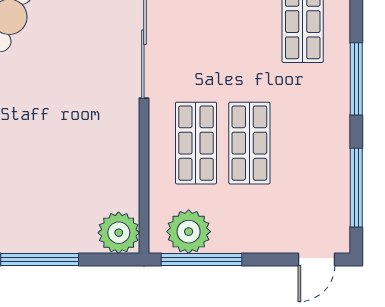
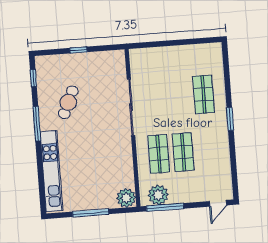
window: (356, 79) -> (230, 119), width x0.69
window: (356, 188) -> (234, 169), removed

